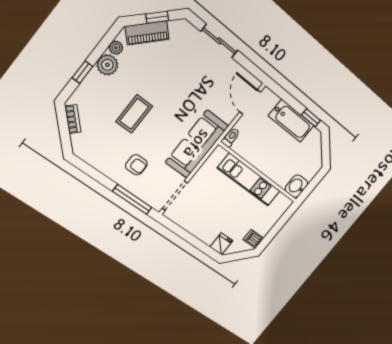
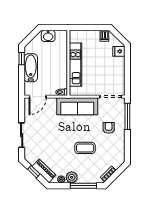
window: (82, 72) -> (83, 186), width x2.17
washbasin: (296, 186) -> (48, 36), moved

